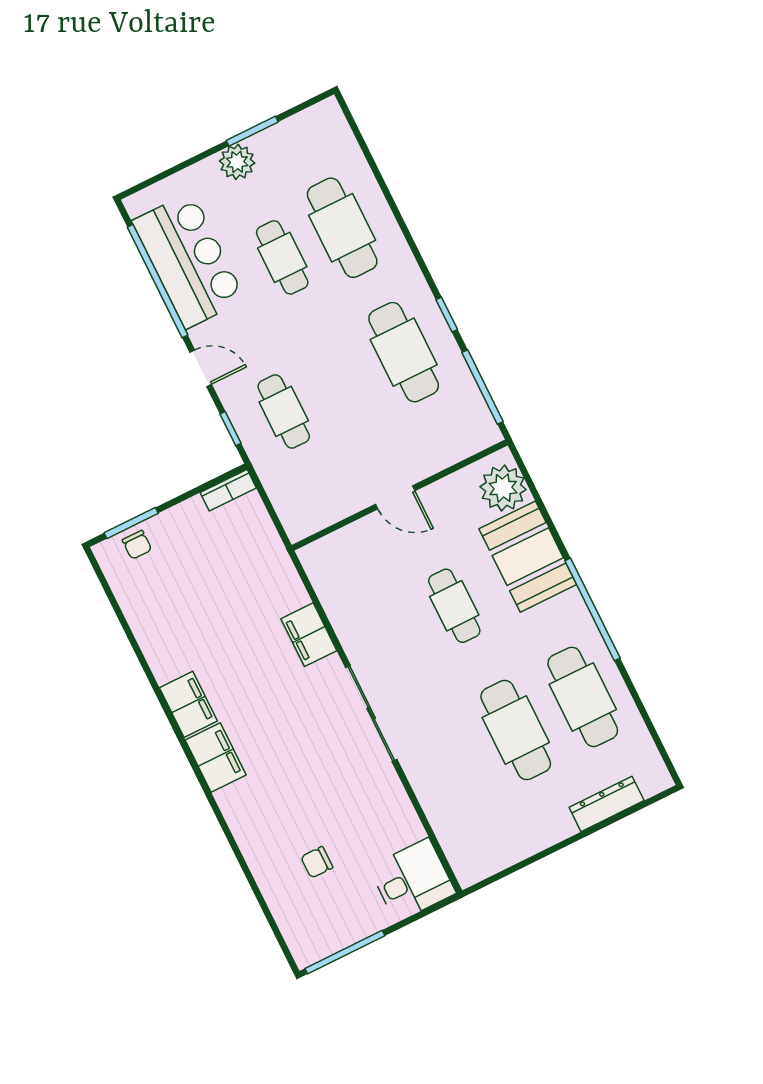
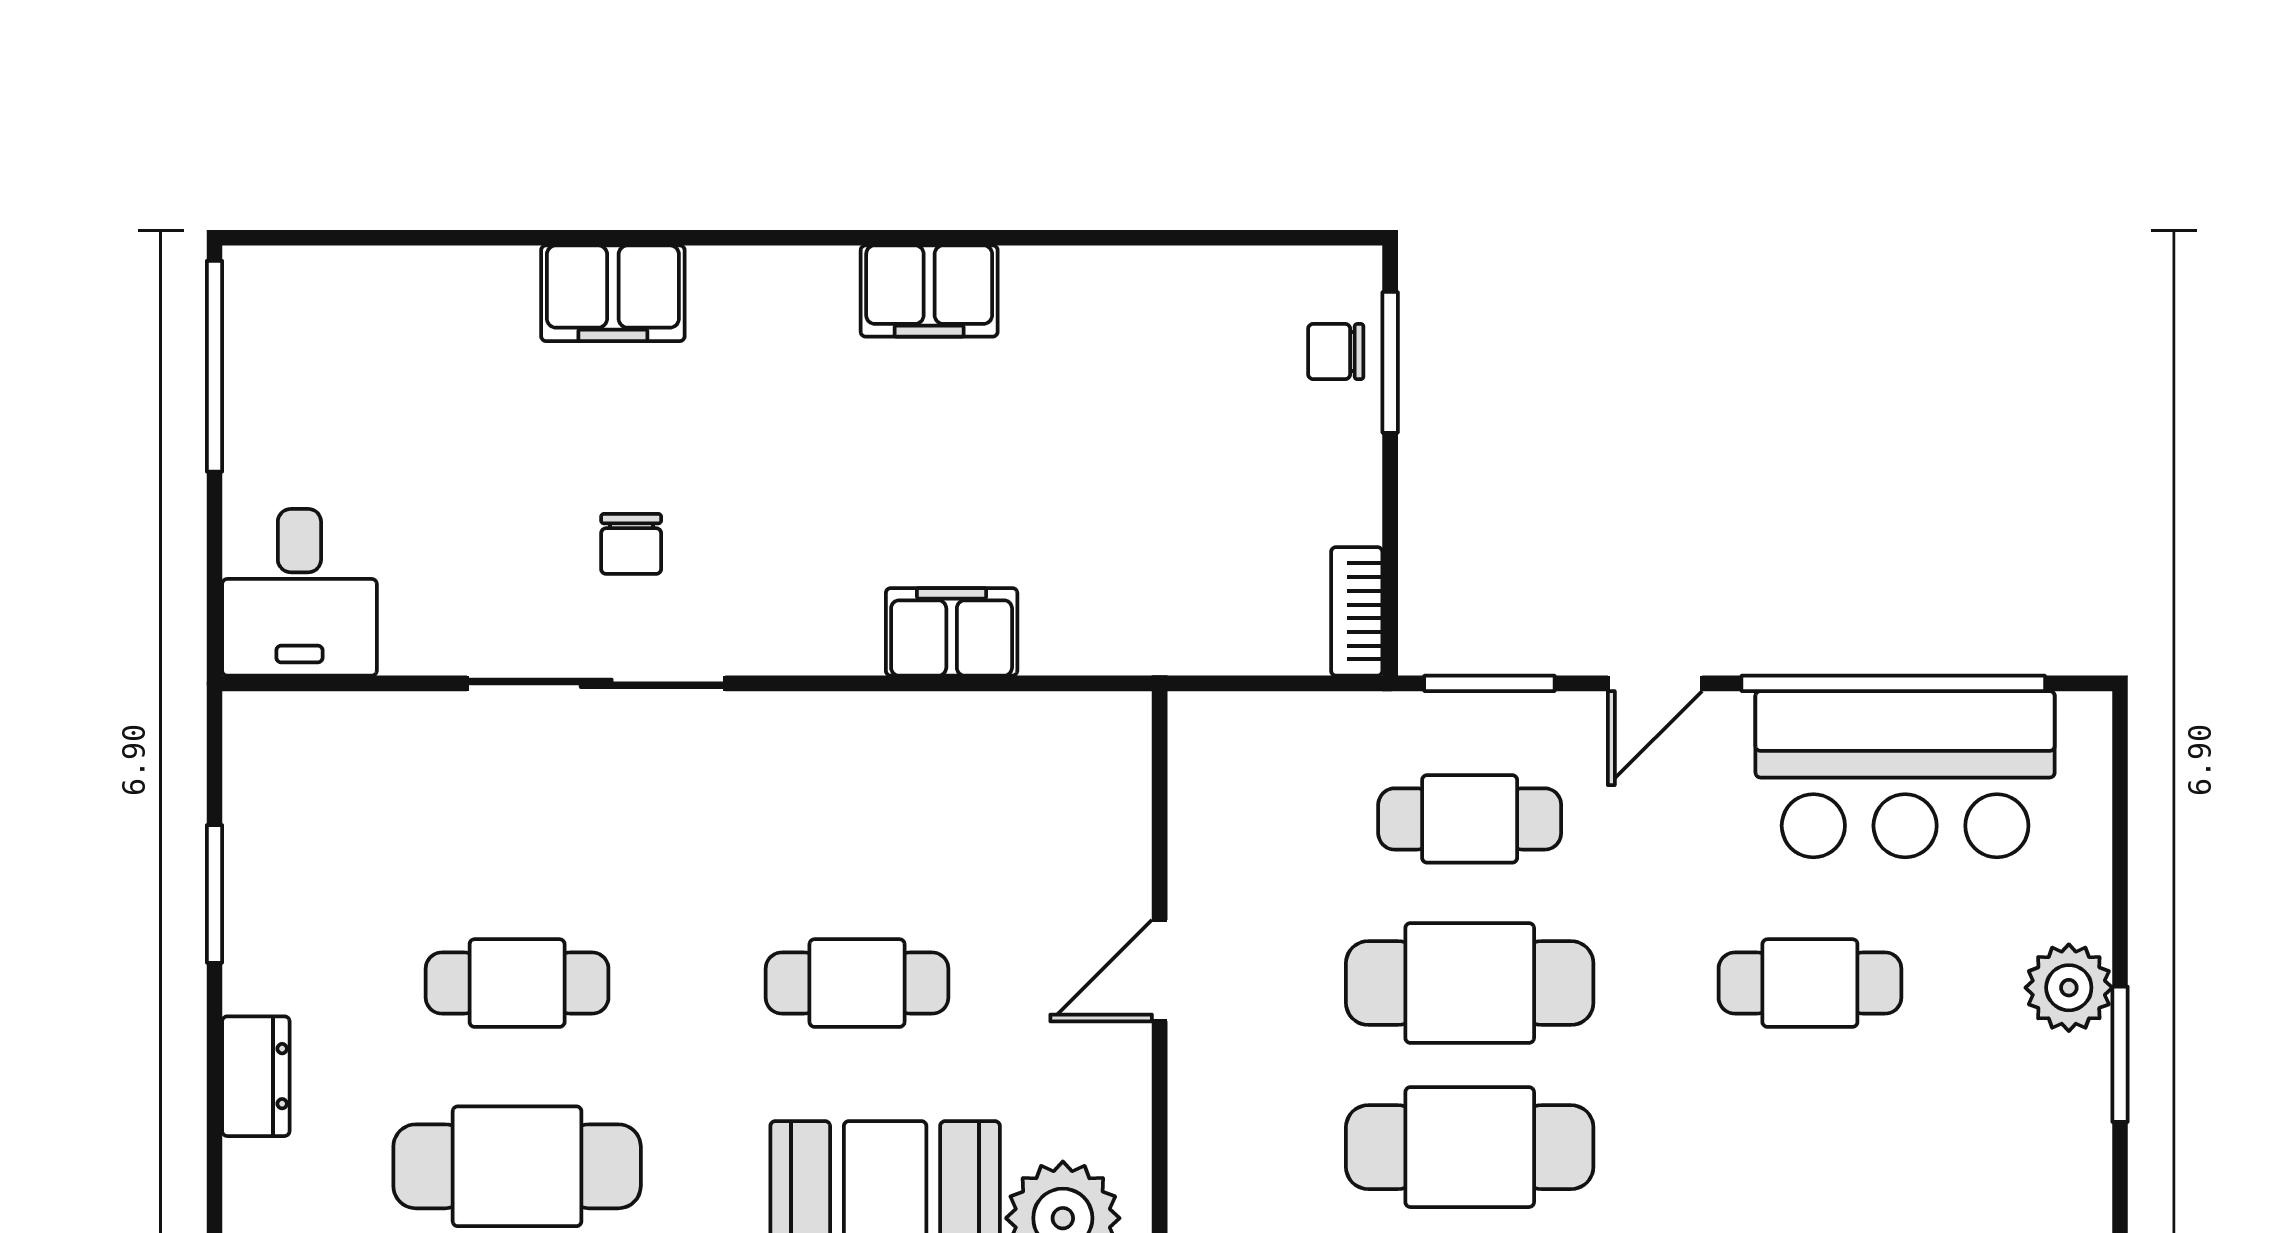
cafe table: (342, 228) -> (1470, 983), moved
window: (231, 429) -> (1489, 683), width x1.50
sliding door: (371, 713) -> (596, 683), moved
cafe table: (516, 730) -> (517, 983), width x0.73, depth x0.74
filing cabinet: (216, 758) -> (613, 293), moved
dresser: (607, 804) -> (256, 1076), width x0.70
window: (538, 857) -> (214, 894), added
chair: (317, 862) -> (631, 544), moved, turned 180

